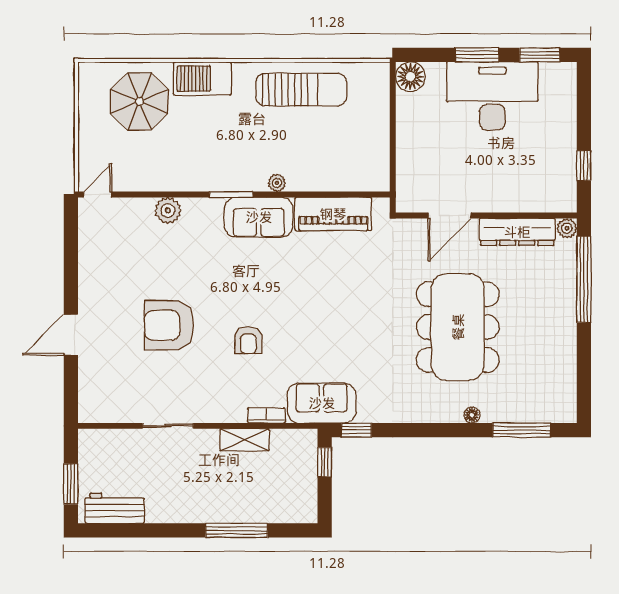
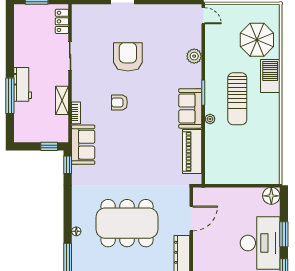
sun lounger: (301, 90) -> (237, 99), moved
door: (450, 216) -> (191, 218), swing flipped
locker: (108, 440) -> (62, 21), added
workbench: (115, 508) -> (23, 84), moved

